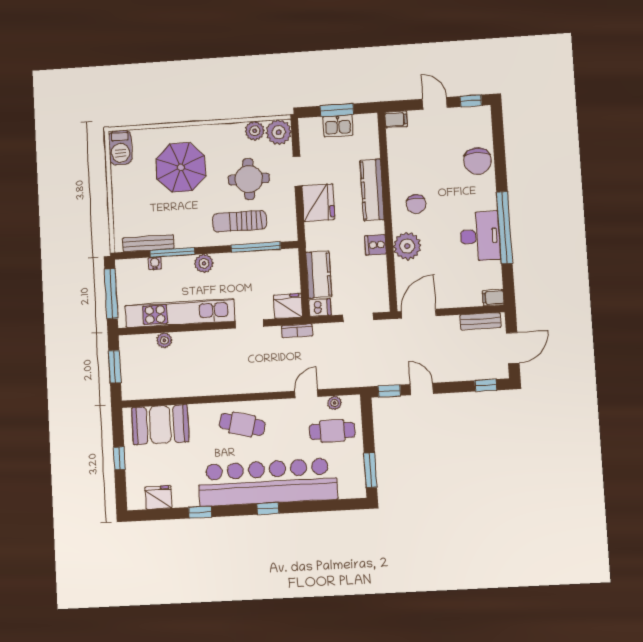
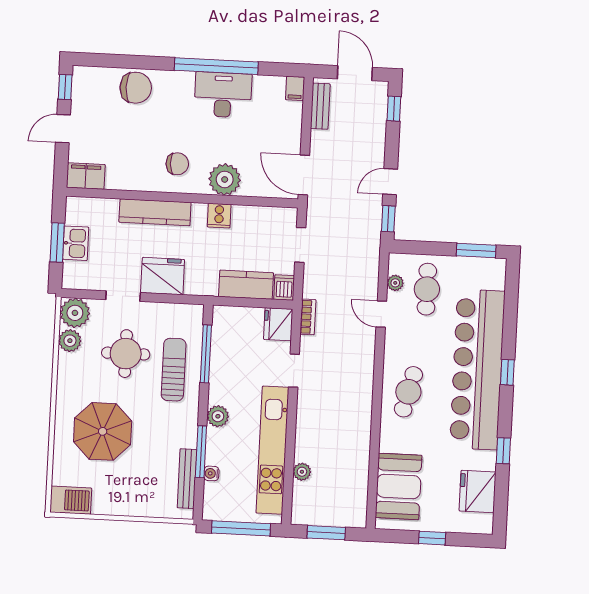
filing cabinet: (396, 119) -> (86, 176), width x2.00
sun lounger: (240, 221) -> (174, 370), turned 180
fridge: (158, 497) -> (478, 492), width x1.36, depth x1.34

